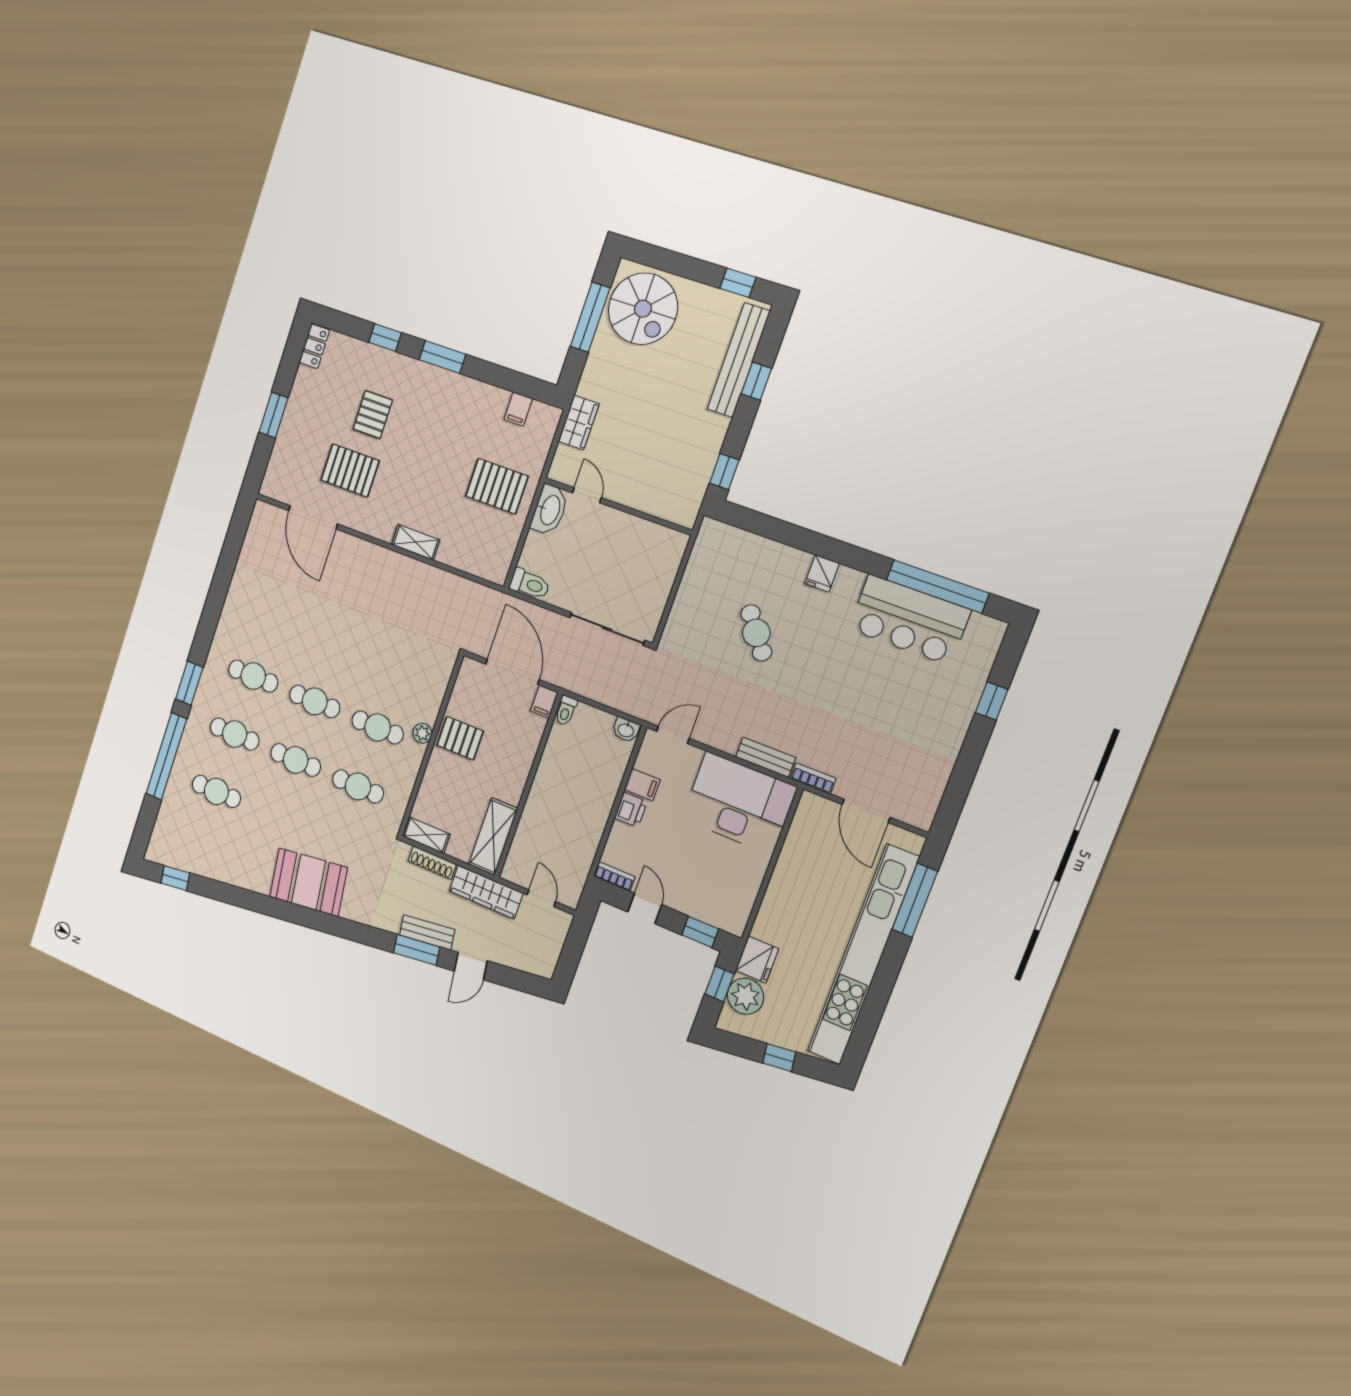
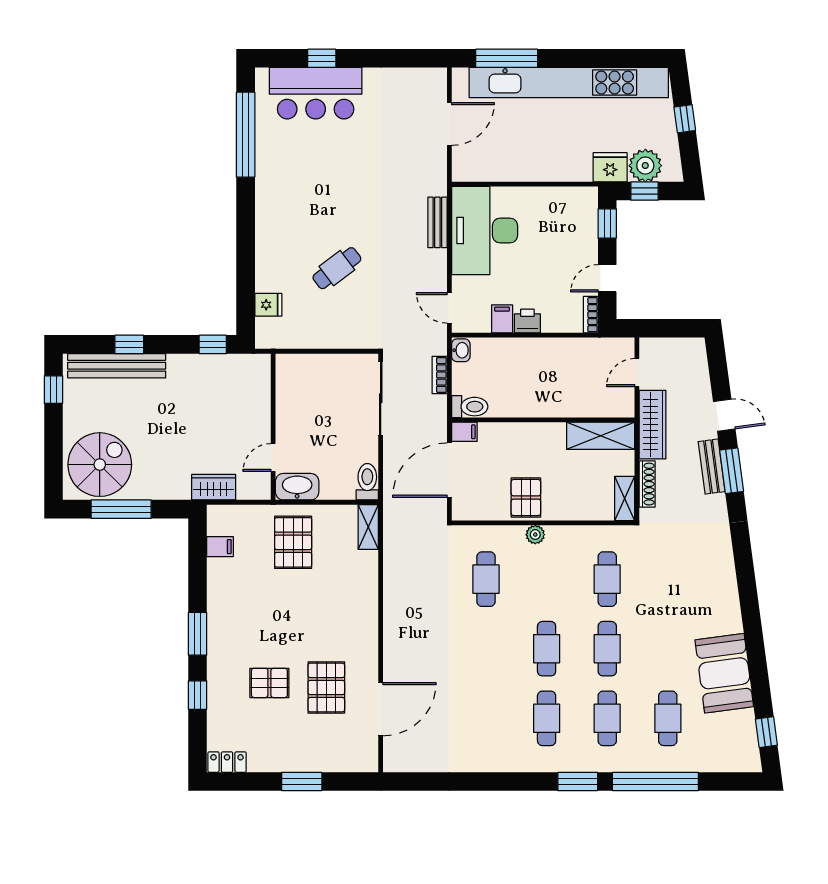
shelving: (416, 542) -> (368, 527), moved
fridge: (822, 573) -> (268, 305), moved
bar counter: (909, 620) -> (316, 93), moved, turned 90
toilet: (566, 711) -> (470, 407), width x1.37, depth x1.39
cafe table: (378, 727) -> (486, 579), moved
bookcase: (813, 778) -> (440, 375), moved
booth: (308, 882) -> (724, 673), moved

